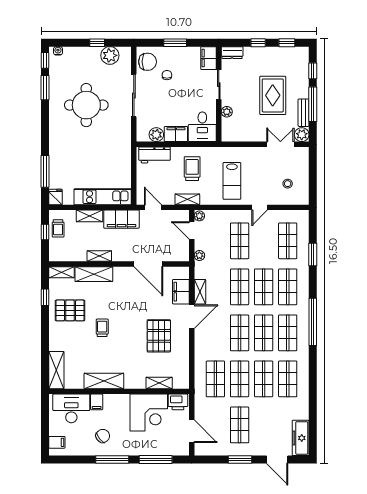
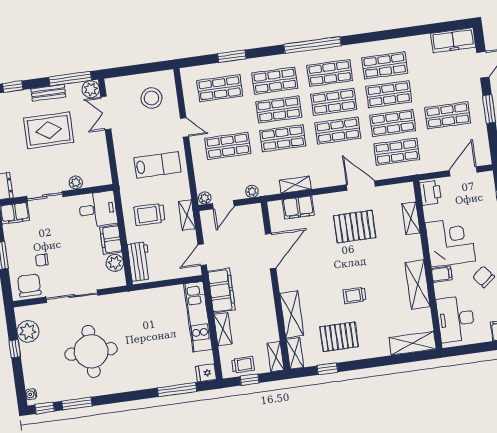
window: (313, 104) -> (70, 79), moved
bench: (304, 113) -> (48, 93), moved
stool: (288, 184) -> (152, 98), width x1.89, depth x1.89
shelving: (99, 256) -> (276, 357), moved
pallet: (70, 310) -> (339, 337), turned 90
door: (192, 317) -> (361, 186), moved
filing cabinet: (97, 402) -> (442, 274), moved
corner desk: (149, 413) -> (450, 242), moved

